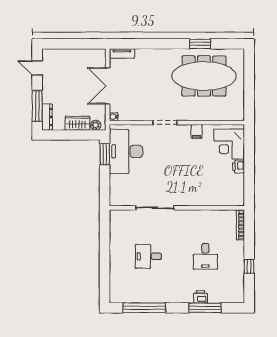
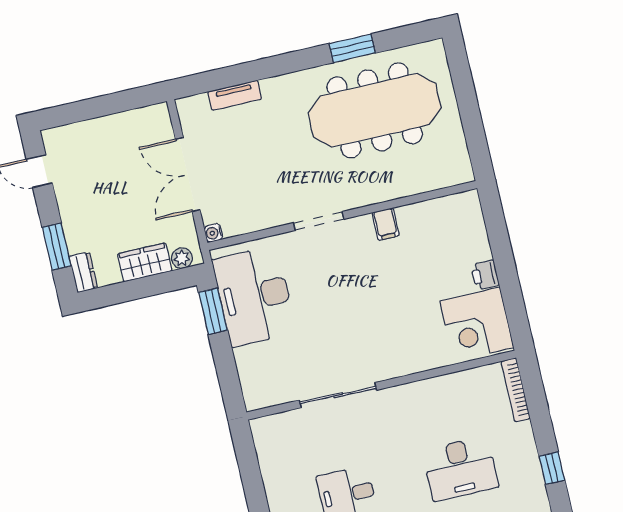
tv unit: (122, 53) -> (235, 95), moved
window: (37, 106) -> (57, 247), width x0.69
dresser: (47, 117) -> (83, 272), width x0.70
corner desk: (229, 144) -> (477, 324), moved
desk: (205, 256) -> (460, 469), width x1.37

